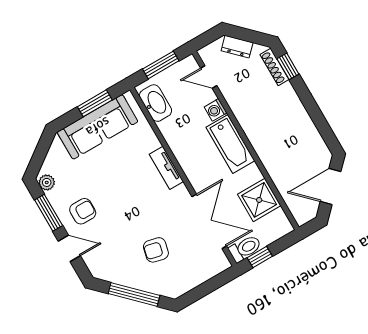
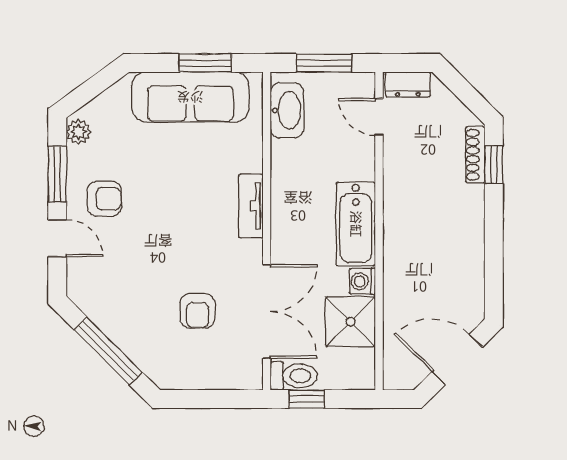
dresser: (237, 47) -> (408, 85), moved, turned -45
washing machine: (216, 110) -> (362, 281), moved
armchair: (156, 250) -> (197, 311), moved, turned -103

